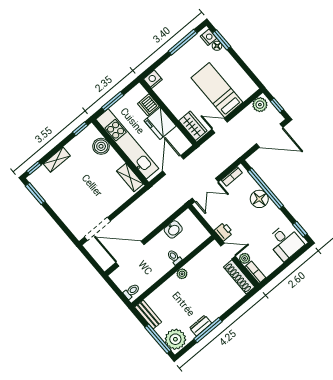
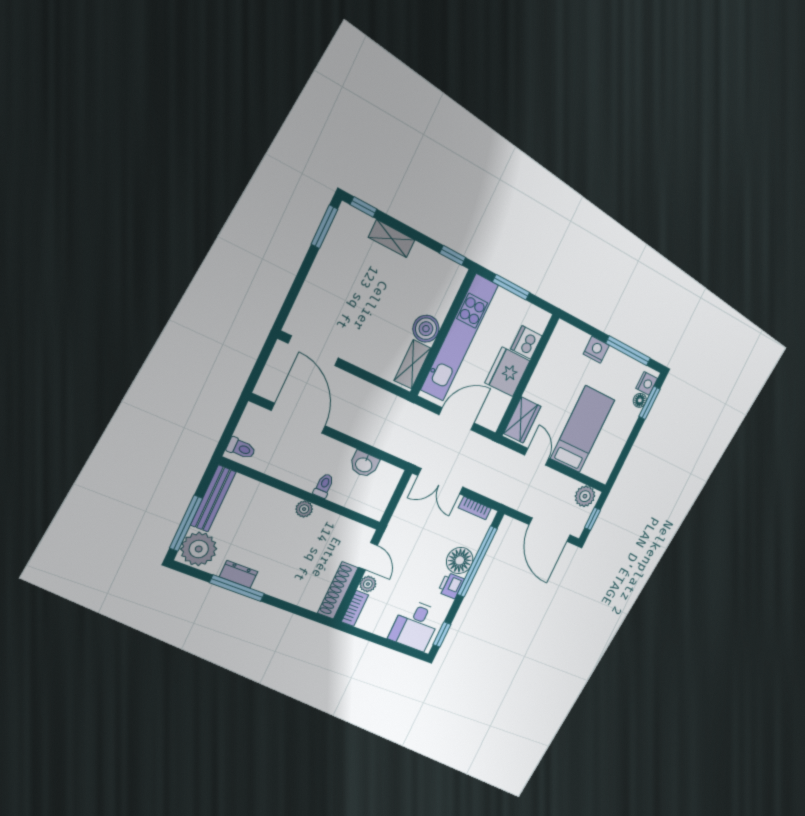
nightstand: (153, 79) -> (596, 350), moved
boiler: (101, 146) -> (426, 329), moved
printer: (224, 232) -> (451, 586), moved, turned 180
bench: (148, 315) -> (213, 498), width x1.36

